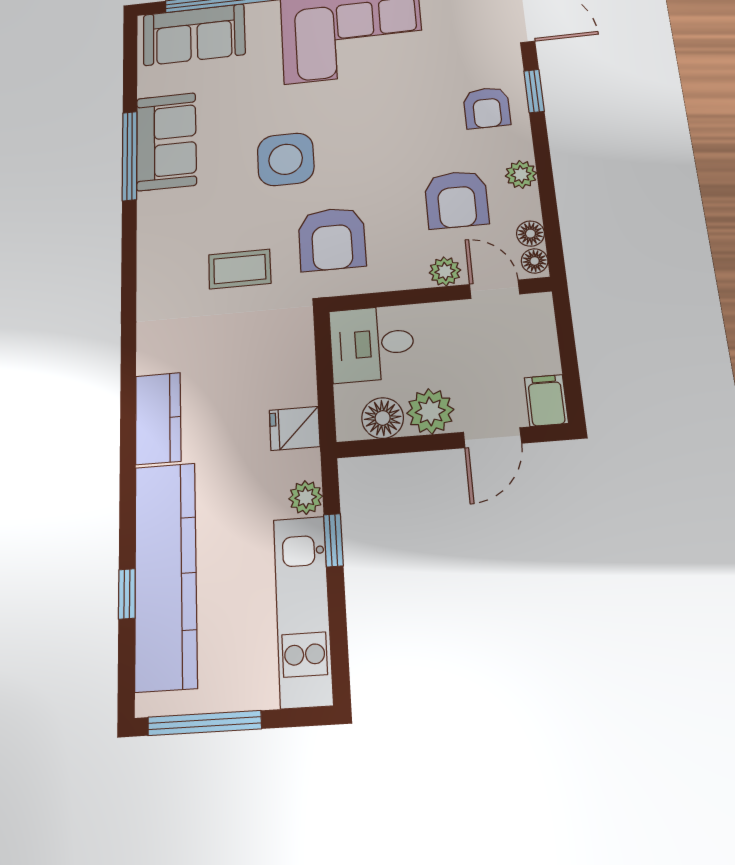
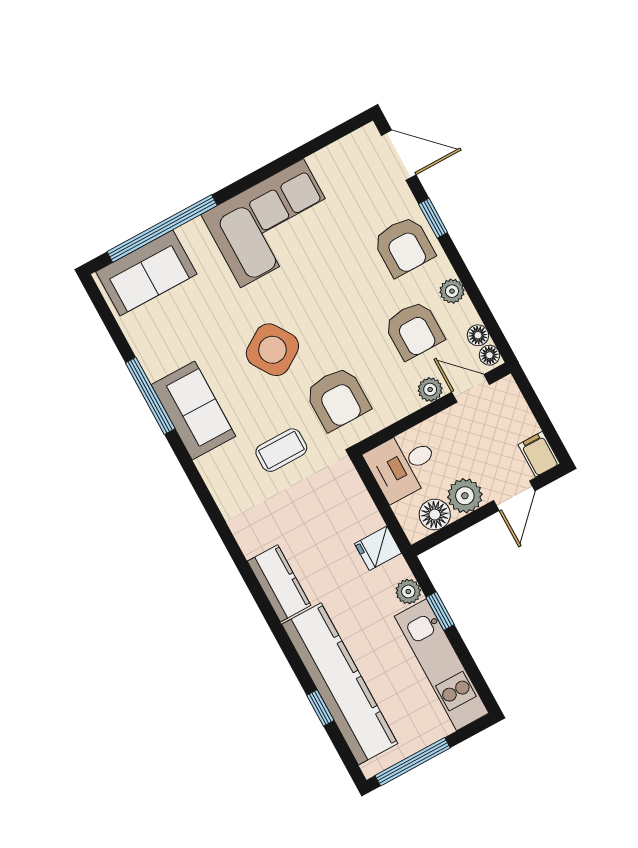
armchair: (487, 108) -> (404, 246), width x1.38, depth x1.38
sofa: (166, 141) -> (193, 410), moved
side table: (286, 159) -> (272, 350), turned -33

